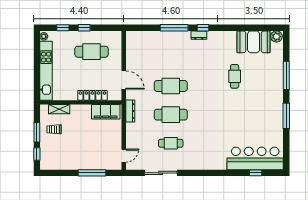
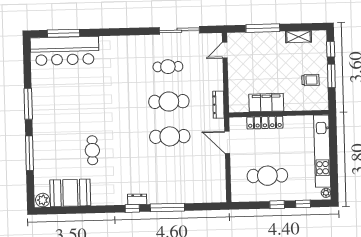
shelving: (59, 109) -> (299, 37), moved
filing cabinet: (106, 112) -> (266, 103), moved
window: (256, 173) -> (64, 33), width x2.17

